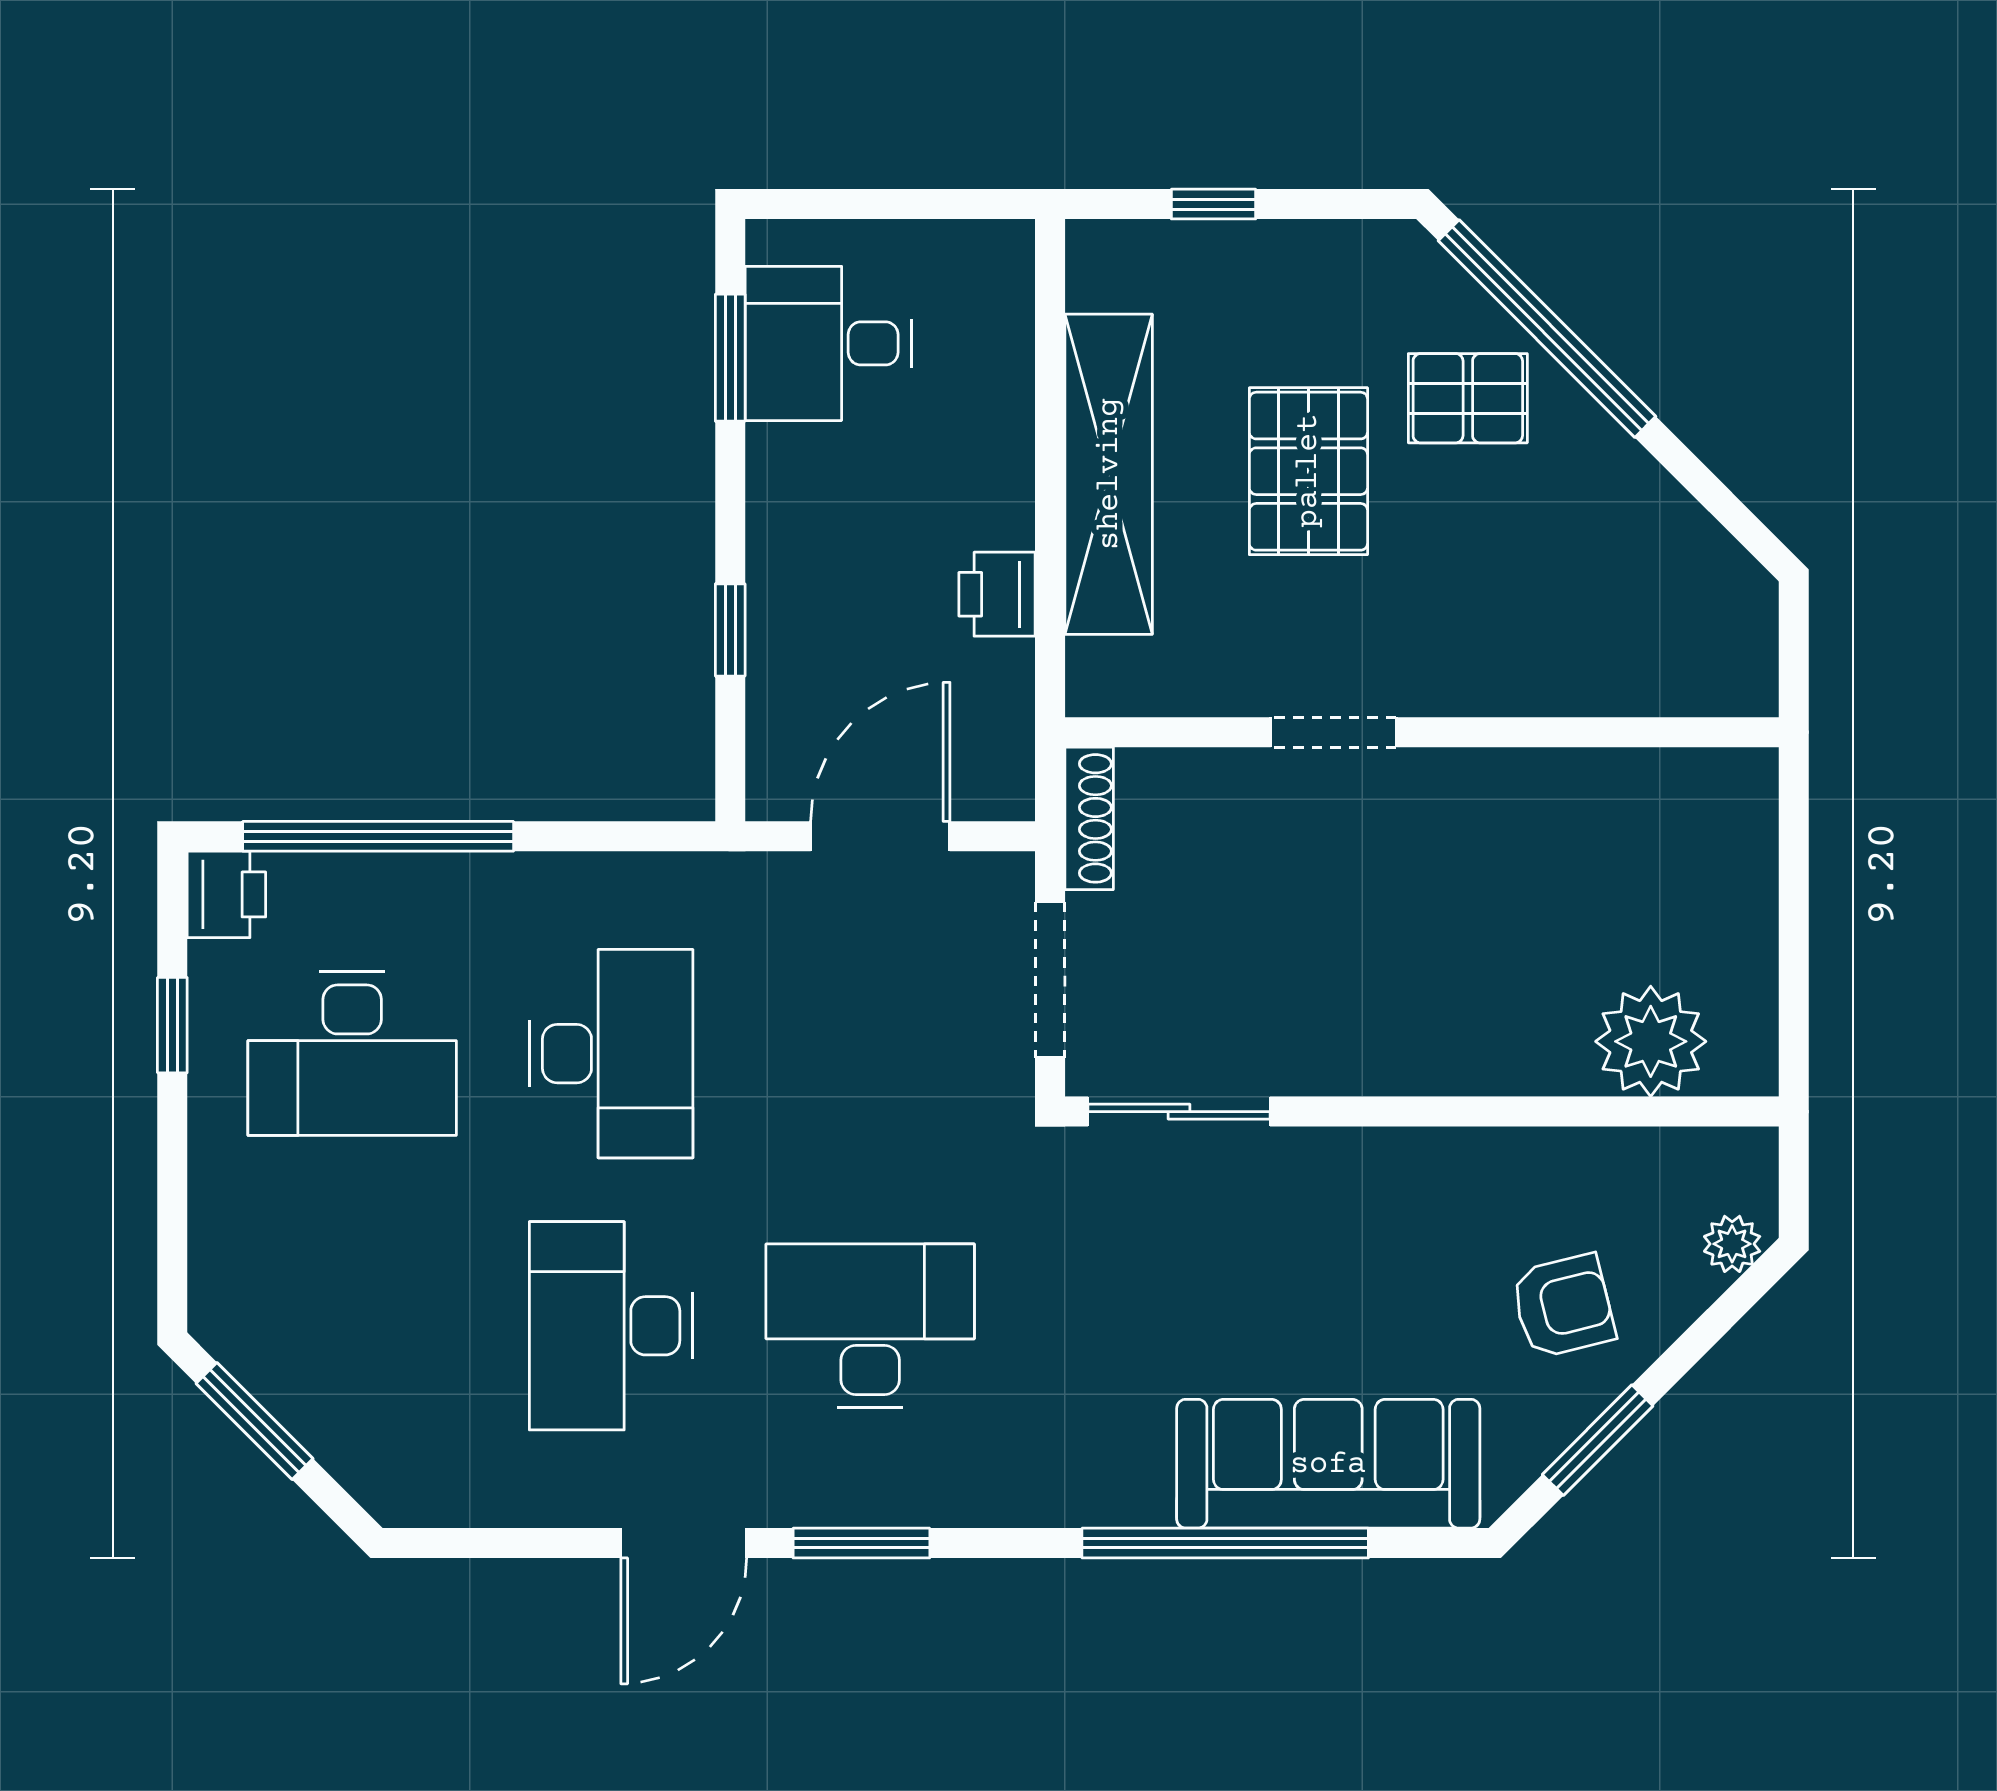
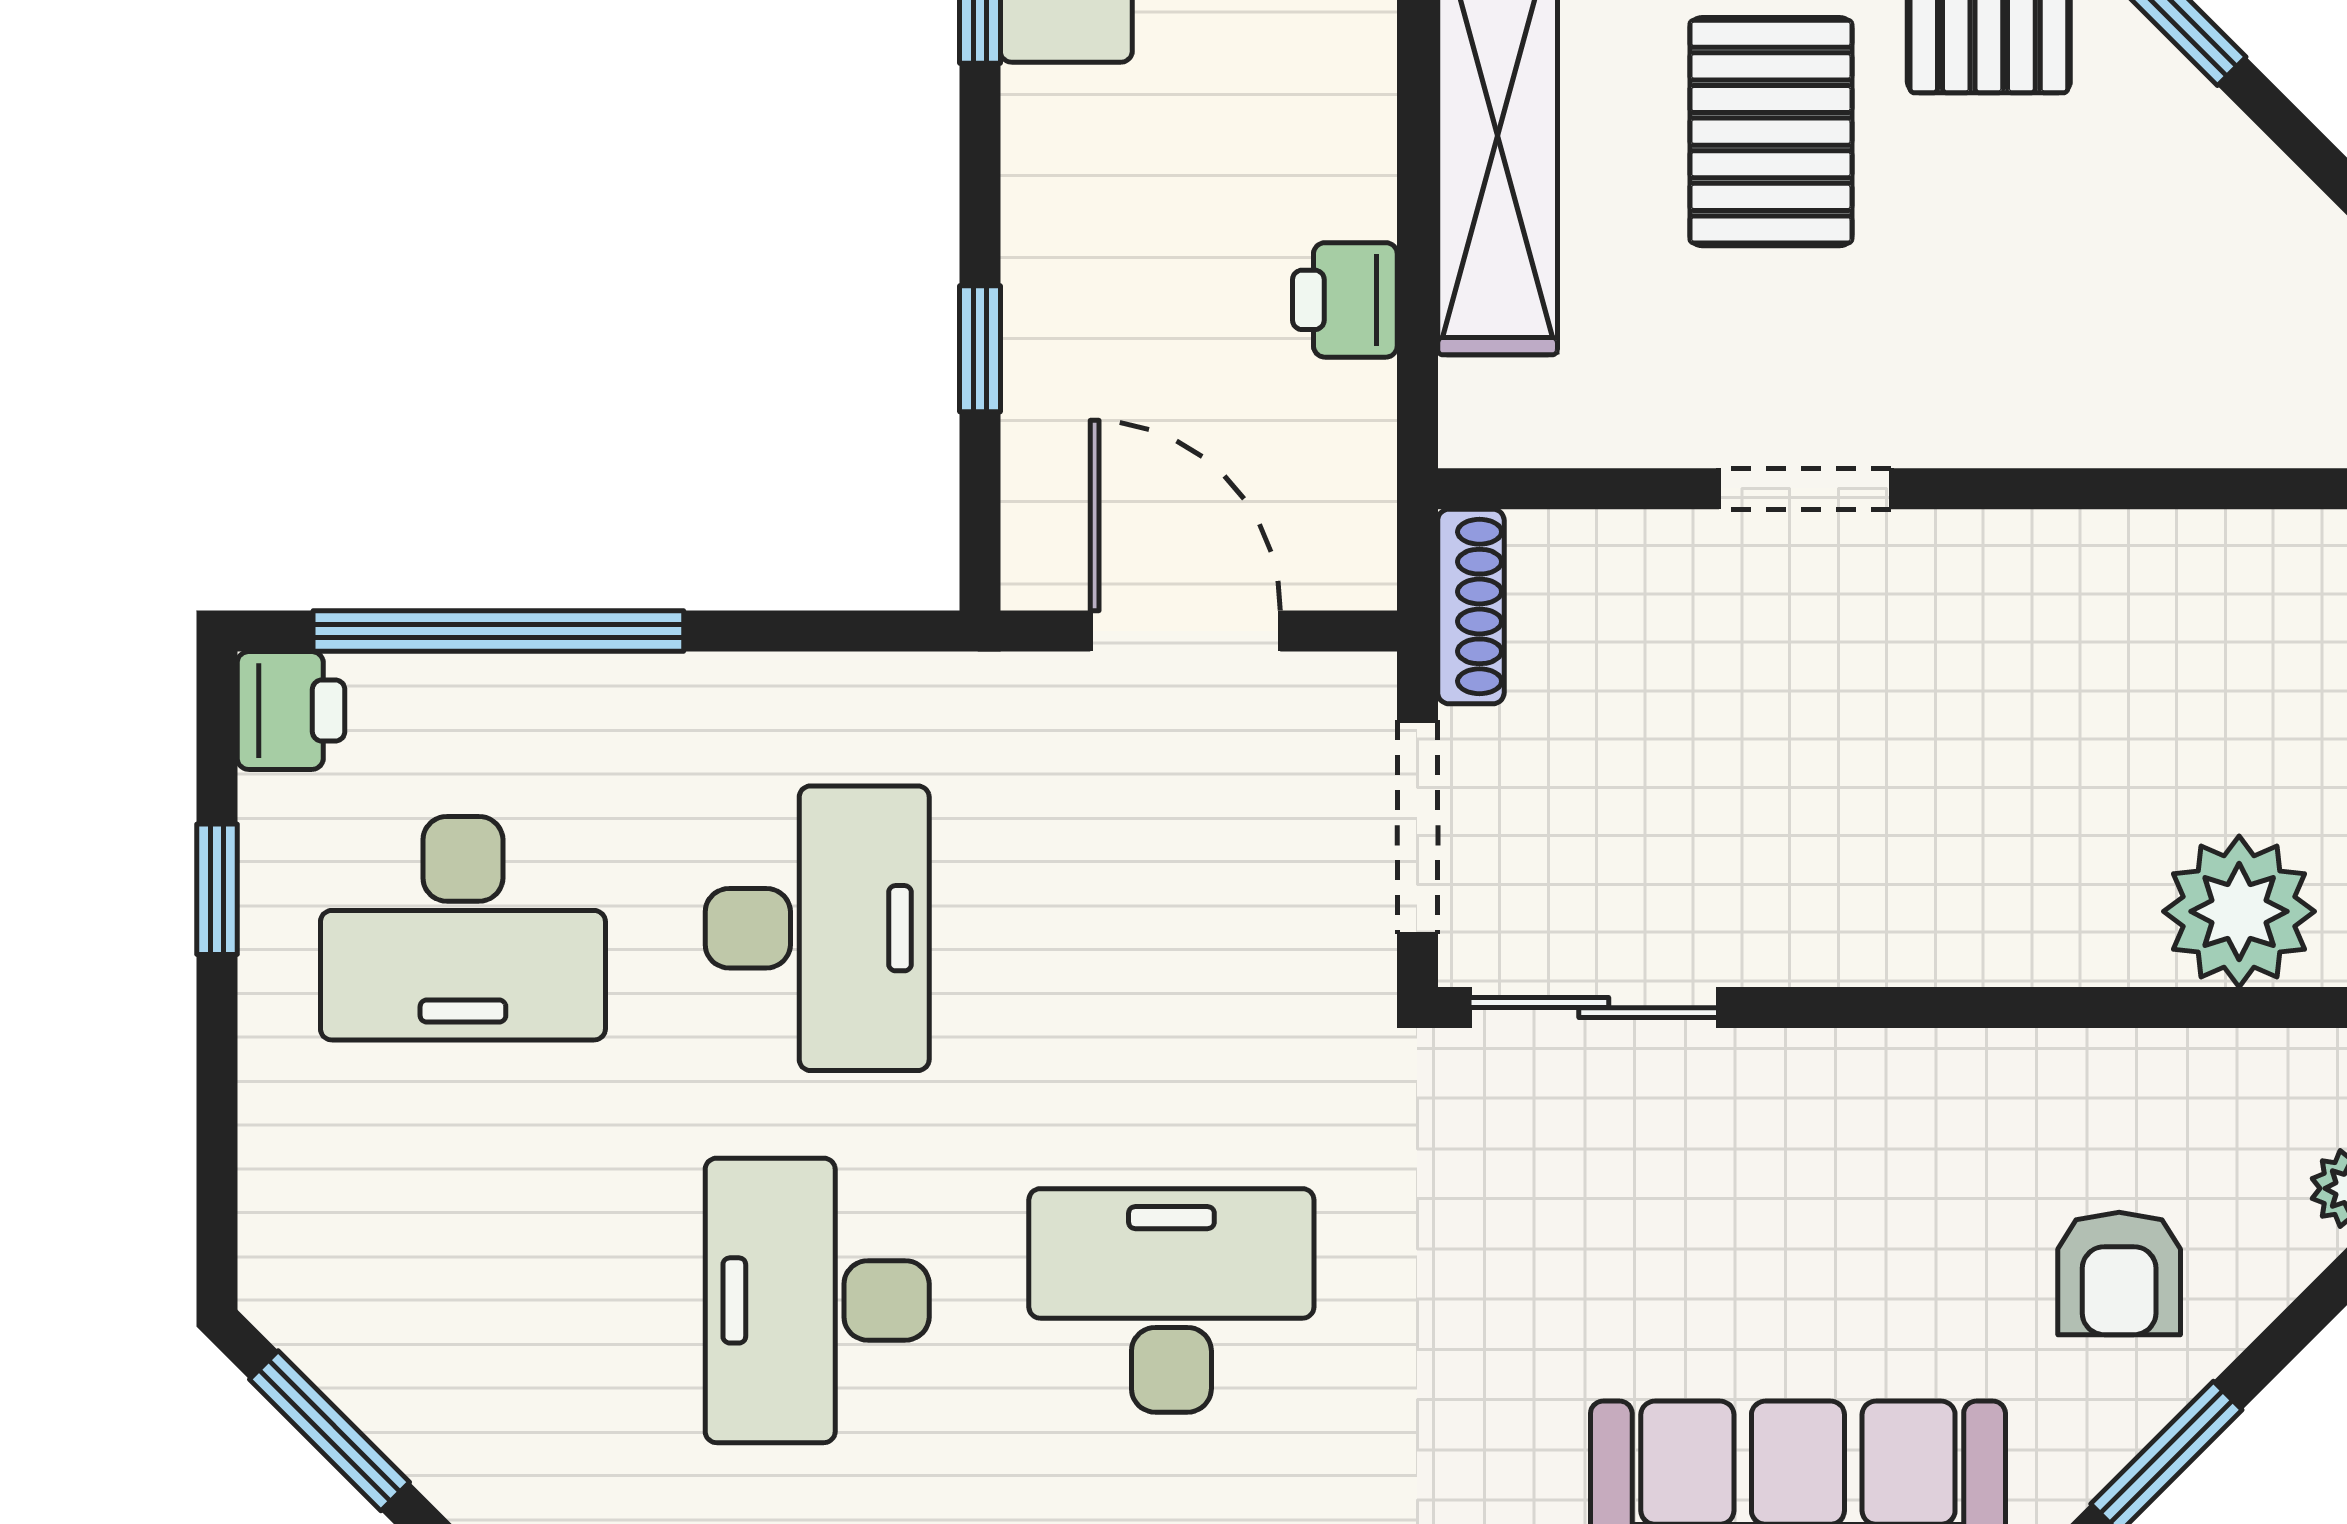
door: (880, 836) -> (1185, 631), hinge flipped
armchair: (1563, 1306) -> (2119, 1274), turned 104

